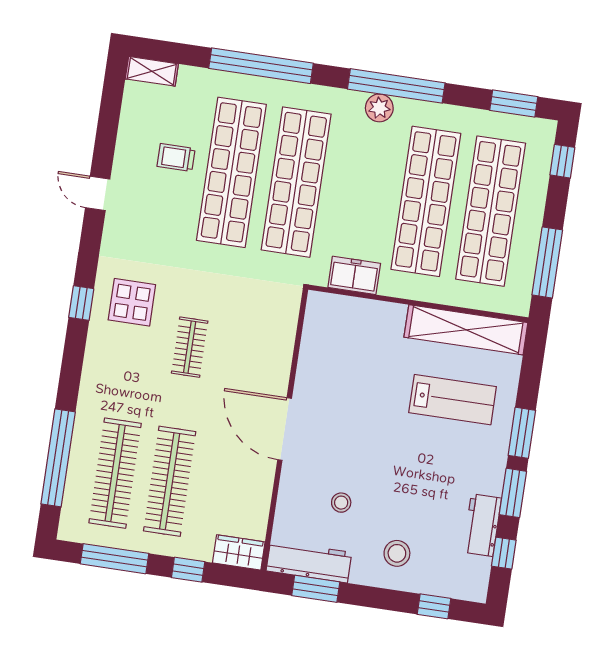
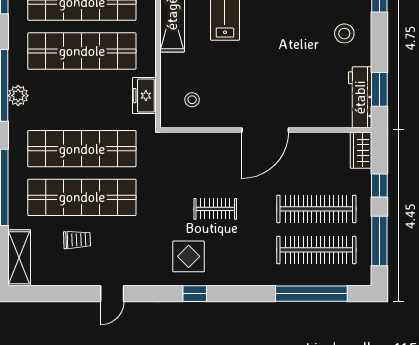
shelving: (152, 71) -> (19, 258), width x1.50, depth x1.33
trolley: (176, 158) -> (77, 240), turned -92
stool: (341, 503) -> (192, 100), moved

